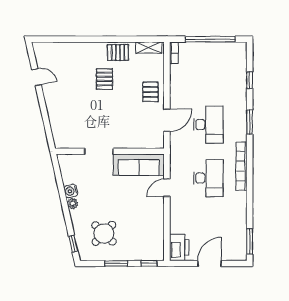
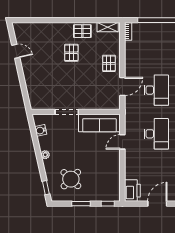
water cooler: (71, 191) -> (41, 130), moved

